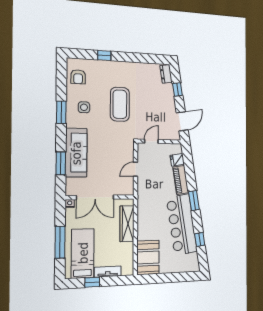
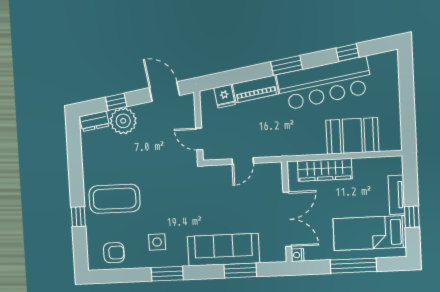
plant: (165, 93) -> (123, 121), added
coffee table: (120, 104) -> (115, 199), moved
door: (136, 169) -> (243, 161), hinge flipped
booth: (148, 257) -> (352, 136), moved

